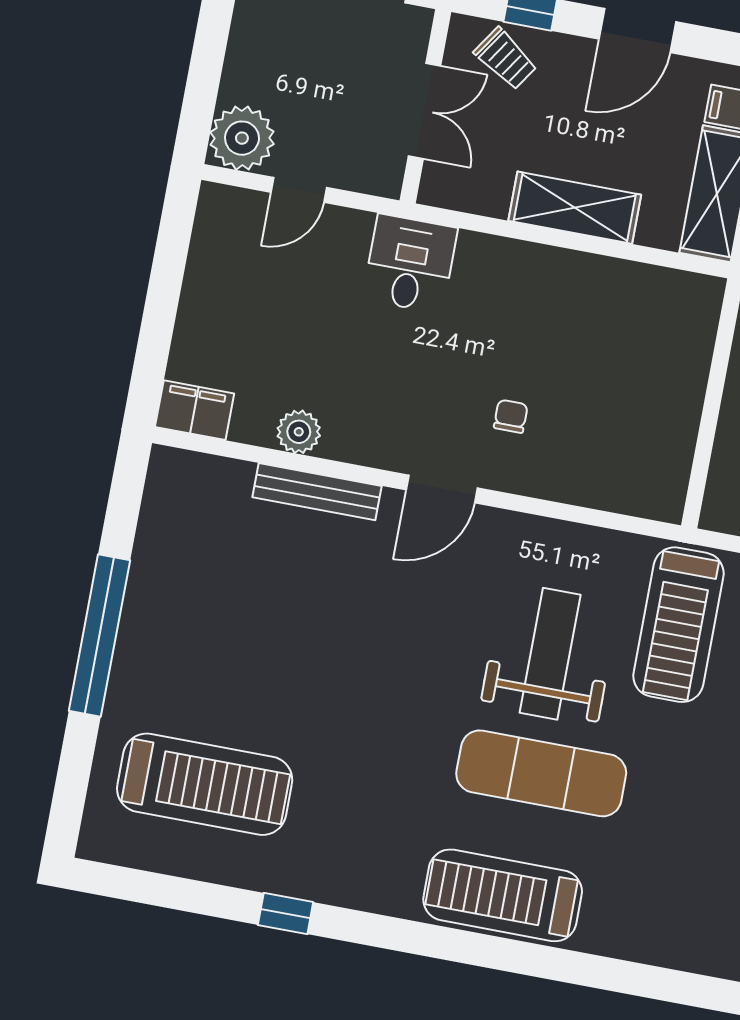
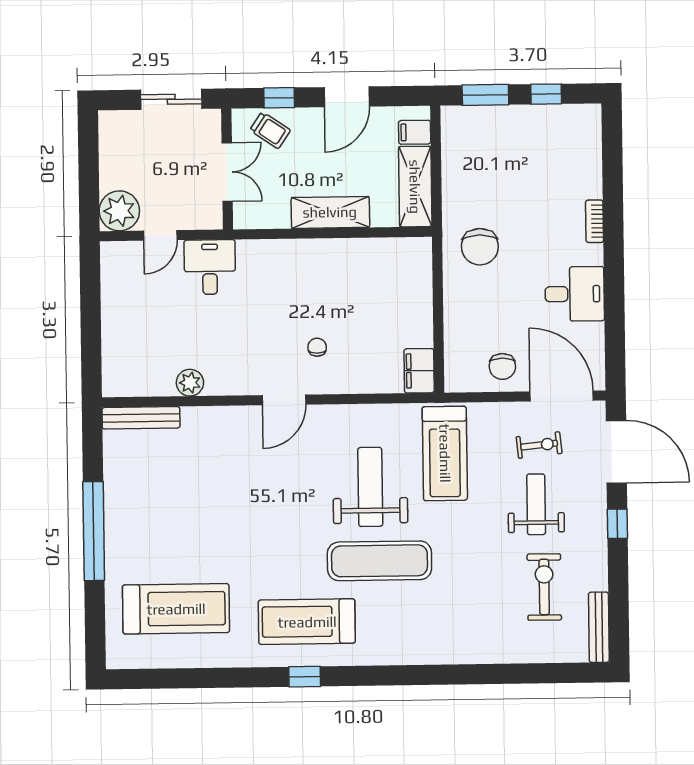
desk: (410, 264) -> (210, 267), moved
filing cabinet: (195, 410) -> (419, 371), moved, turned -90
bench: (317, 492) -> (141, 418), moved
treadmill: (503, 895) -> (307, 622), moved
window: (286, 914) -> (305, 677), moved

